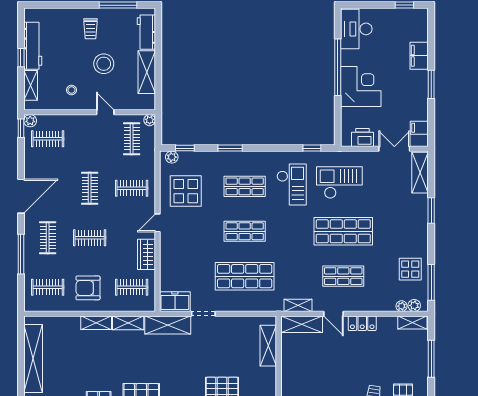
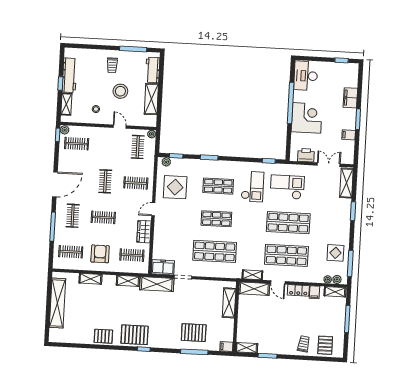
filing cabinet: (419, 128) -> (349, 135), moved
shop shelf: (343, 276) -> (286, 255), width x1.43, depth x1.36
armchair: (88, 288) -> (100, 254), turned 90
shelving: (96, 323) -> (90, 279), moved
filing cabinet: (385, 325) -> (315, 292), added

